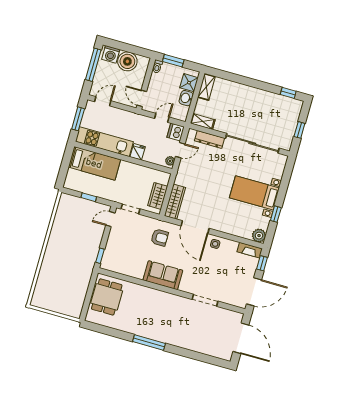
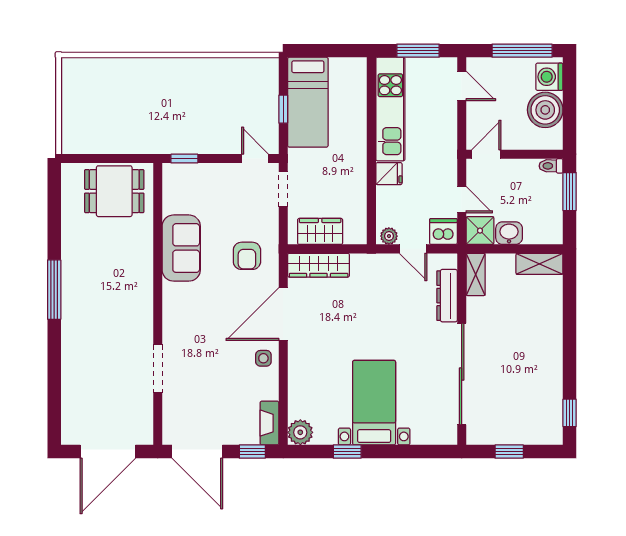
shower: (189, 83) -> (480, 231), moved
bed: (94, 163) -> (308, 102), moved
sofa: (163, 275) -> (181, 248), moved

